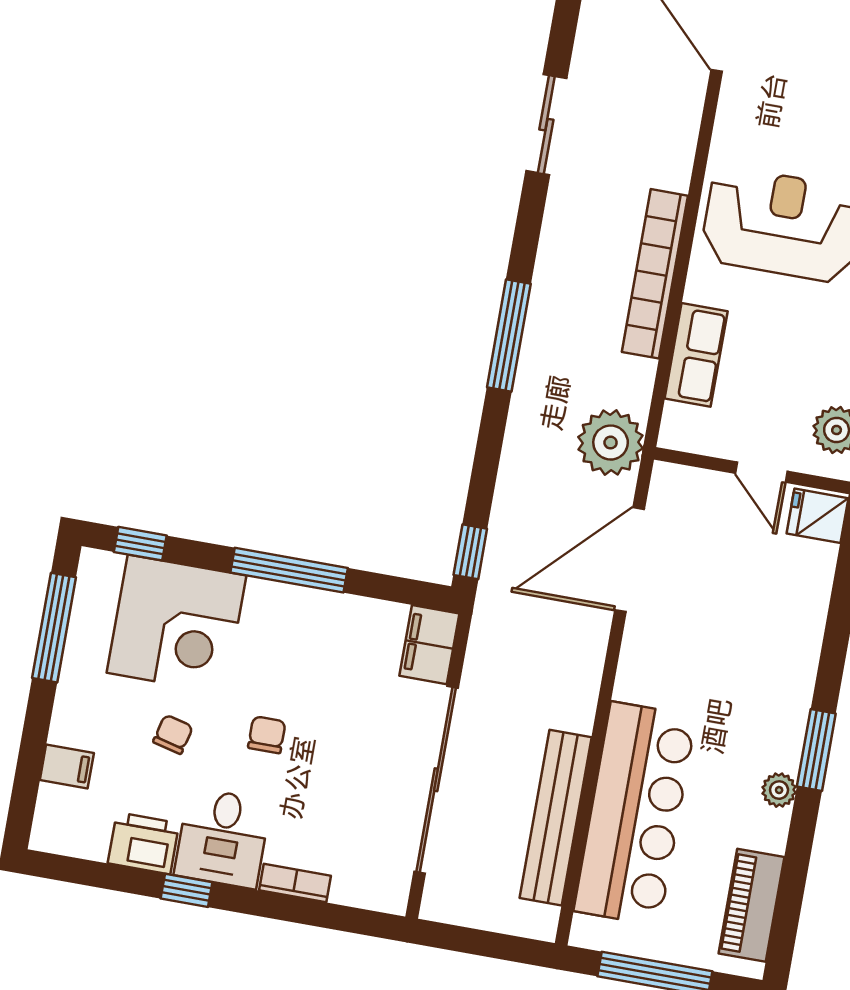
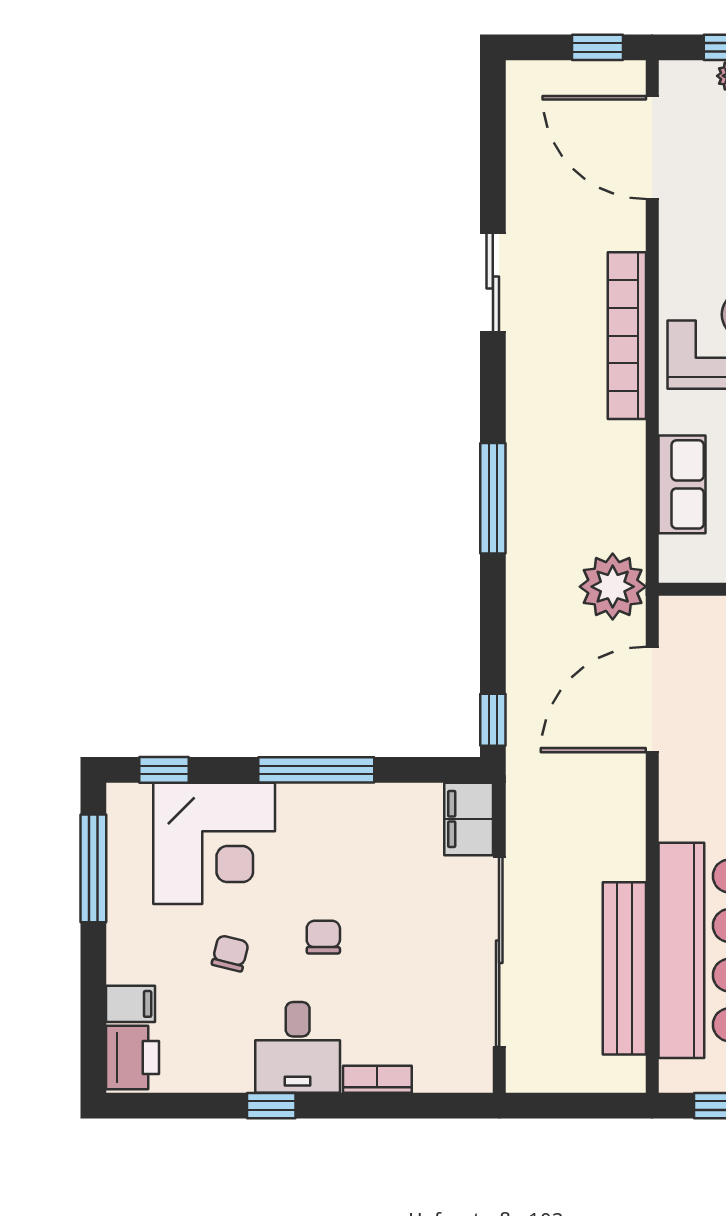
bookcase: (655, 274) -> (627, 336), moved
printer: (143, 843) -> (132, 1058), moved, turned 90

